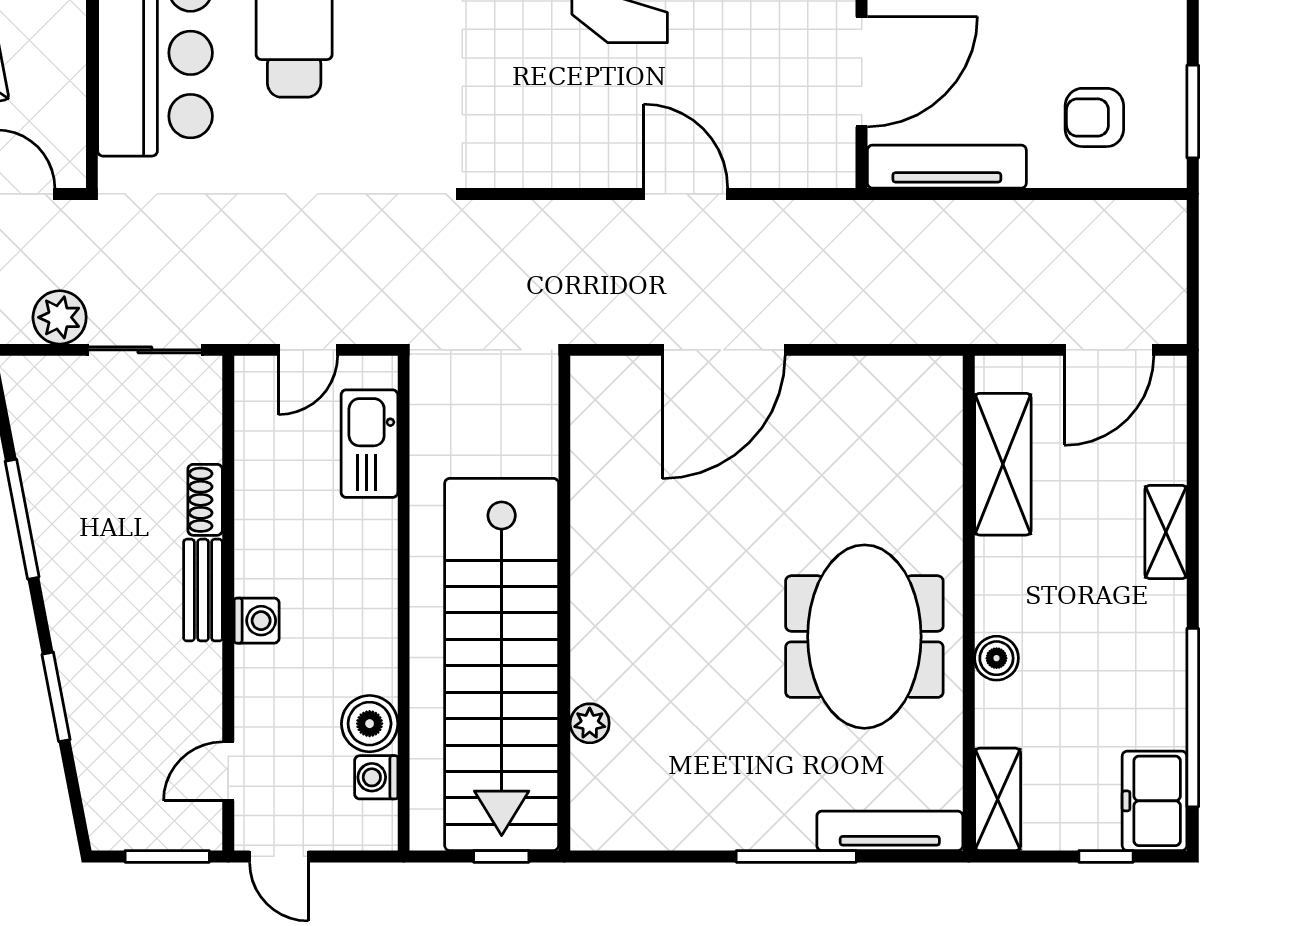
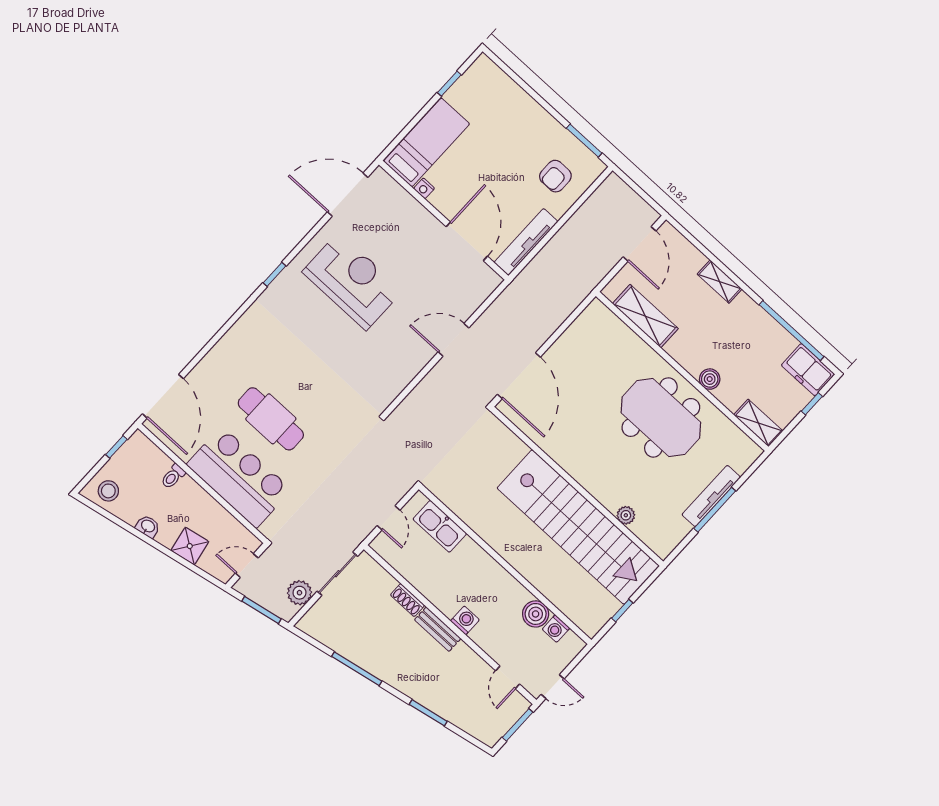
wall: (564, 603) -> (577, 486), moved
stairs: (502, 664) -> (578, 527), moved
plant: (590, 723) -> (626, 515), moved
tv unit: (890, 831) -> (711, 496), moved

